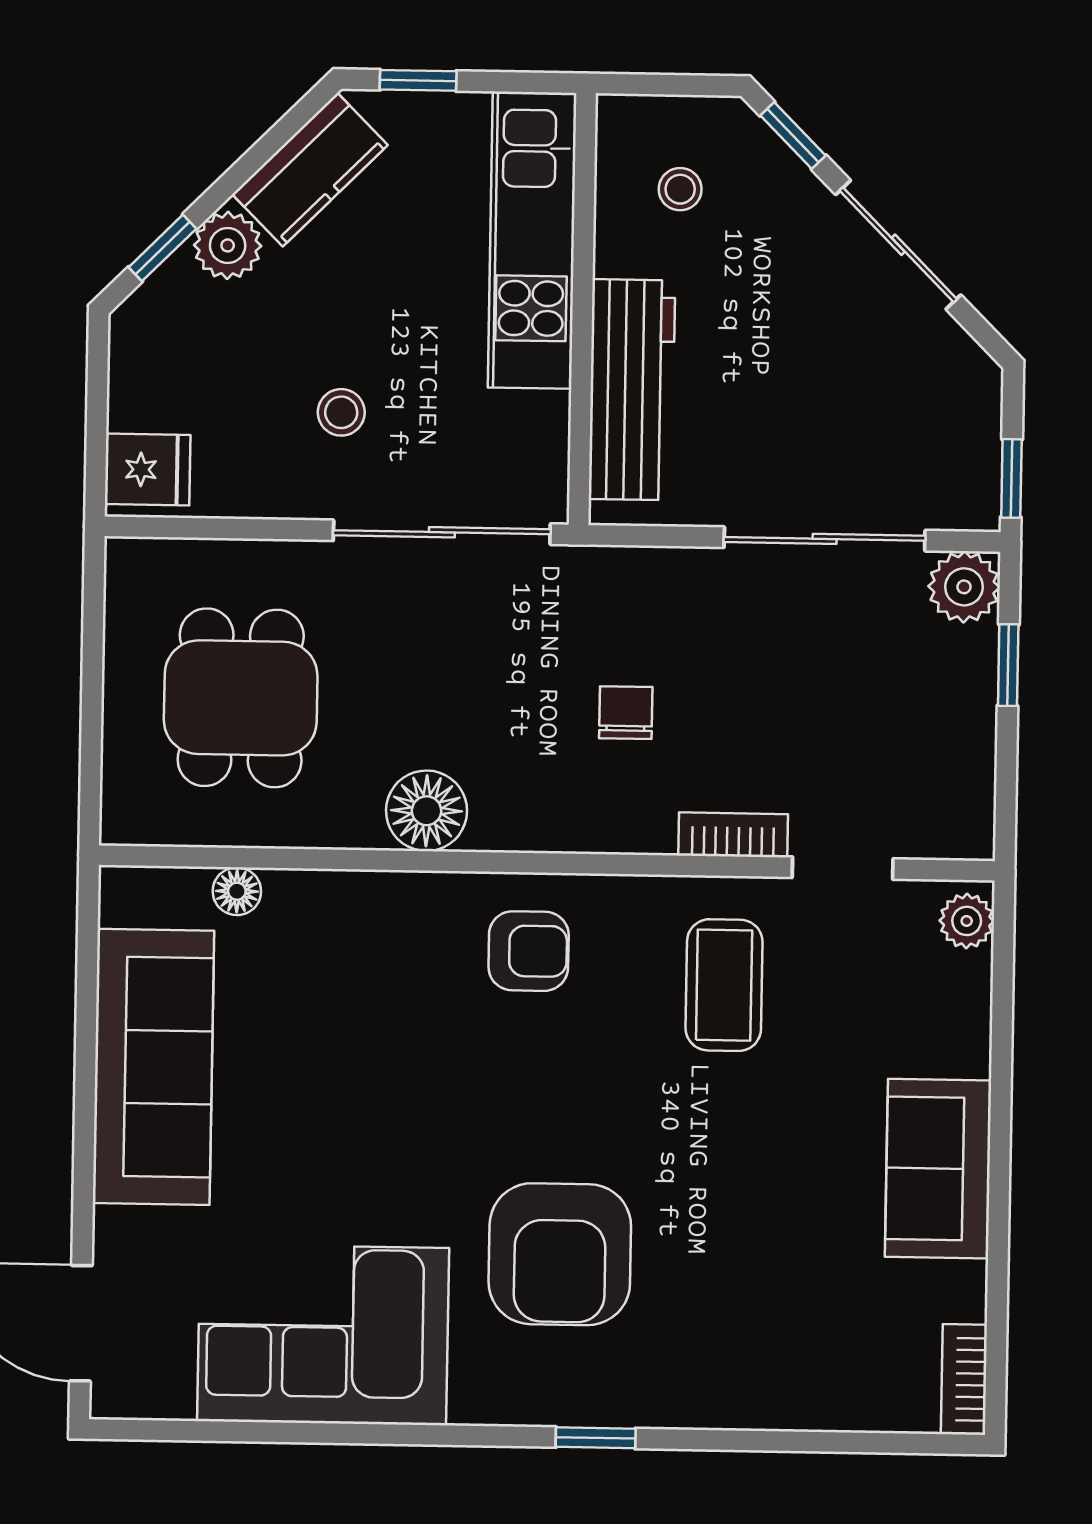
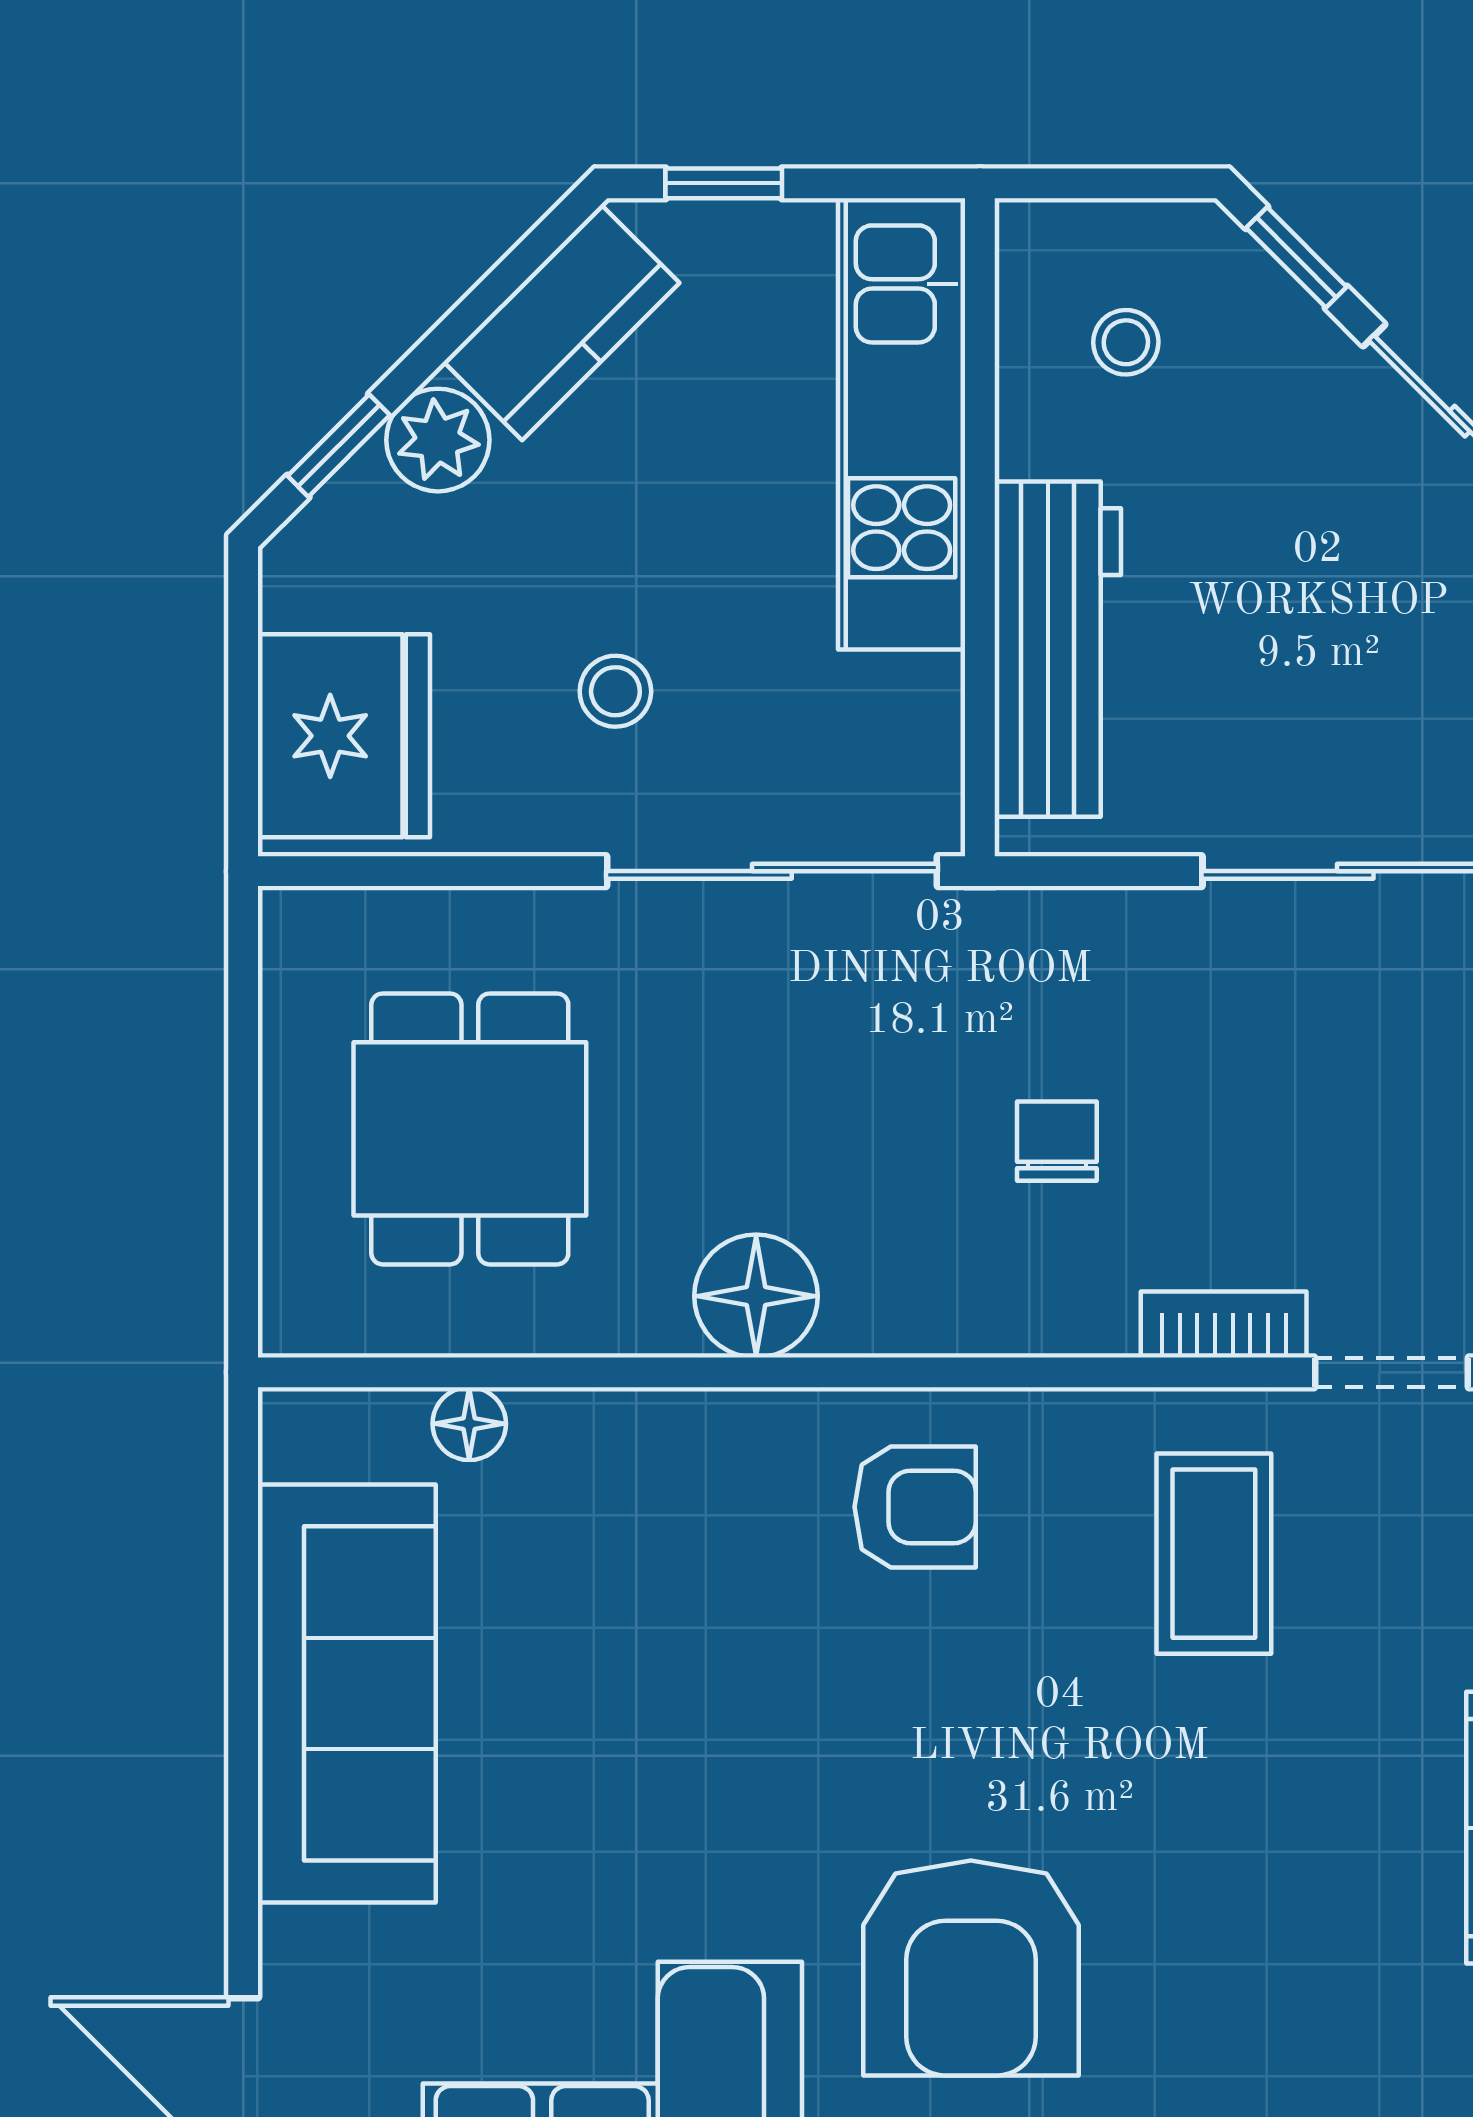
fridge: (148, 470) -> (344, 736), width x1.88, depth x1.34

